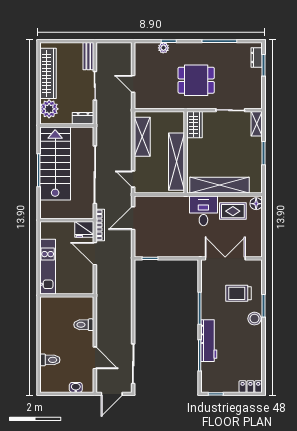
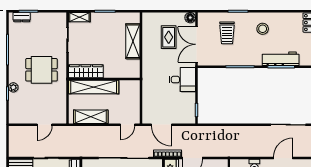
plant: (163, 48) -> (13, 87), moved
dining table: (196, 80) -> (41, 70), turned 90
wardrobe: (194, 125) -> (86, 71), width x1.50
shelving: (176, 162) -> (94, 87), moved
shelving: (219, 185) -> (133, 41), width x0.68
floor lamp: (256, 204) -> (190, 18), moved
desk: (203, 211) -> (182, 80), moved, turned 180
rug: (233, 211) -> (169, 37), moved
stool: (254, 319) -> (263, 29), moved
workbench: (209, 341) -> (281, 59), moved

